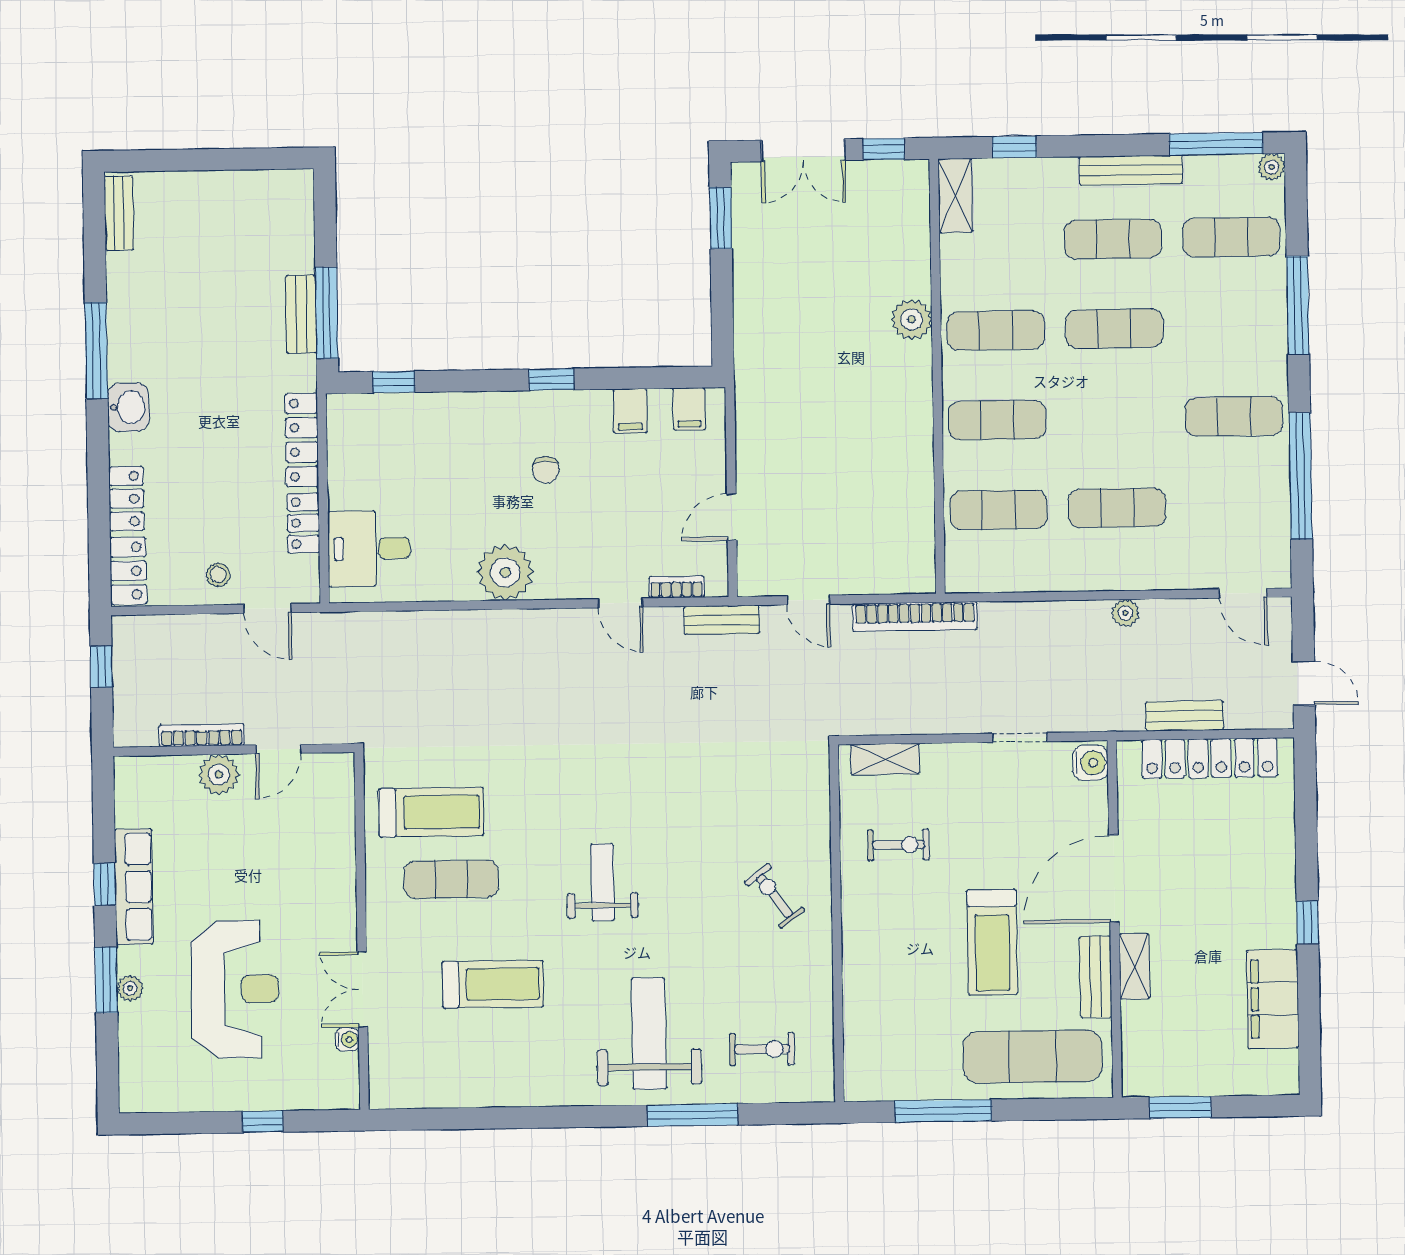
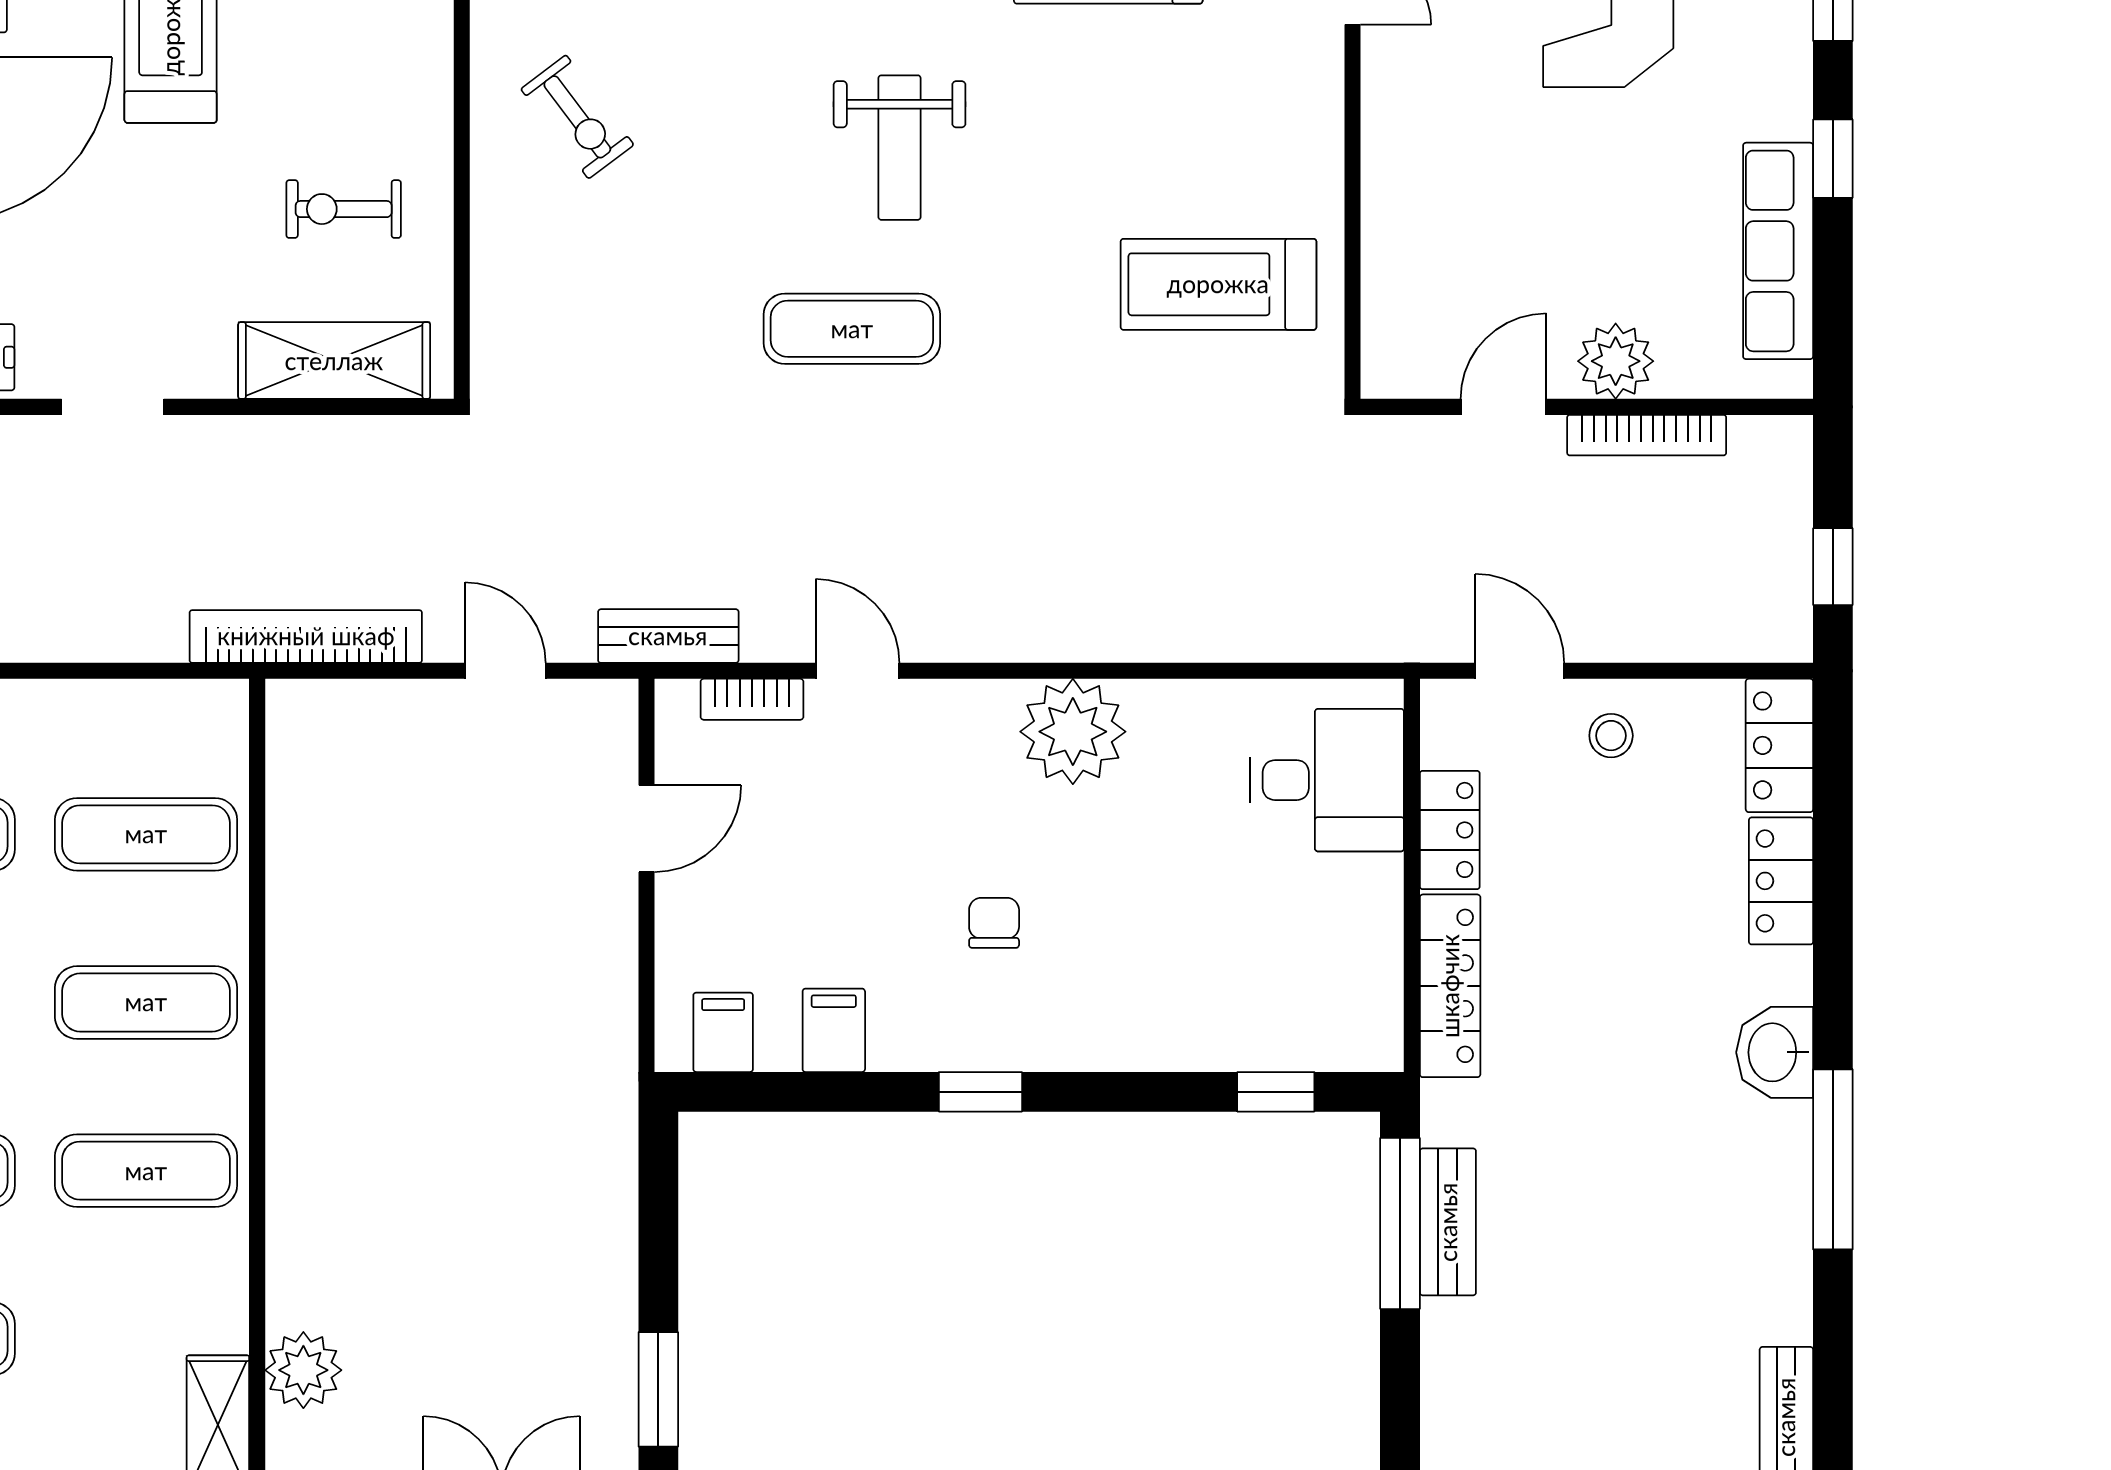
plant: (912, 319) -> (303, 1370), moved
shelving: (885, 759) -> (334, 361), width x1.50, depth x1.33
exercise mat: (451, 879) -> (852, 329), moved
row of seats: (134, 887) -> (1778, 251), moved

